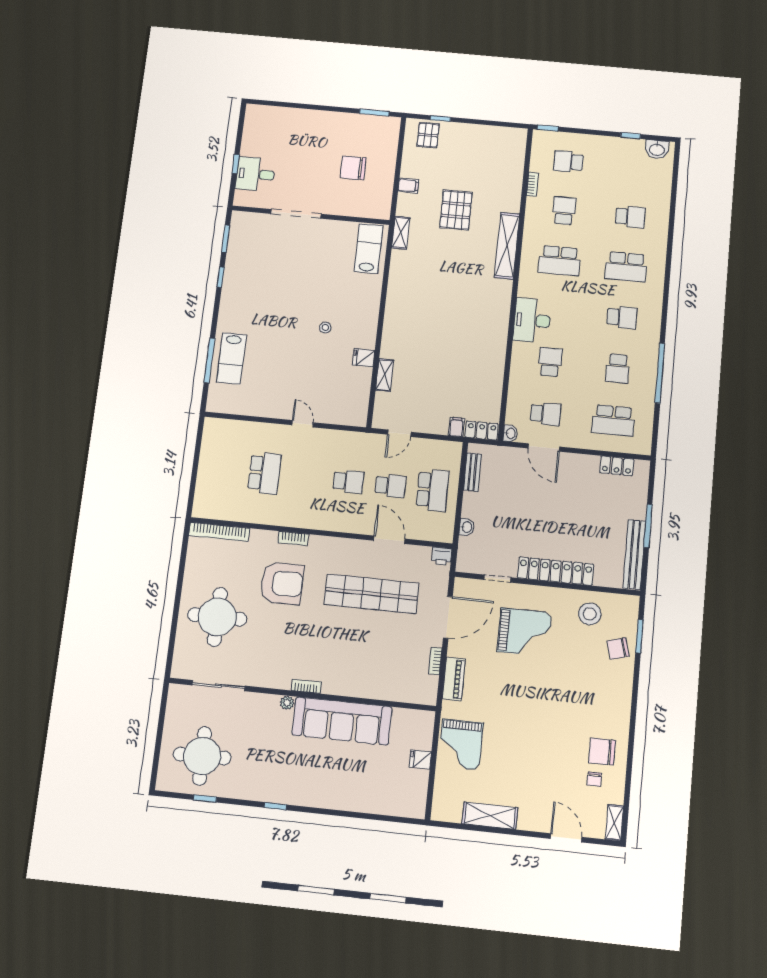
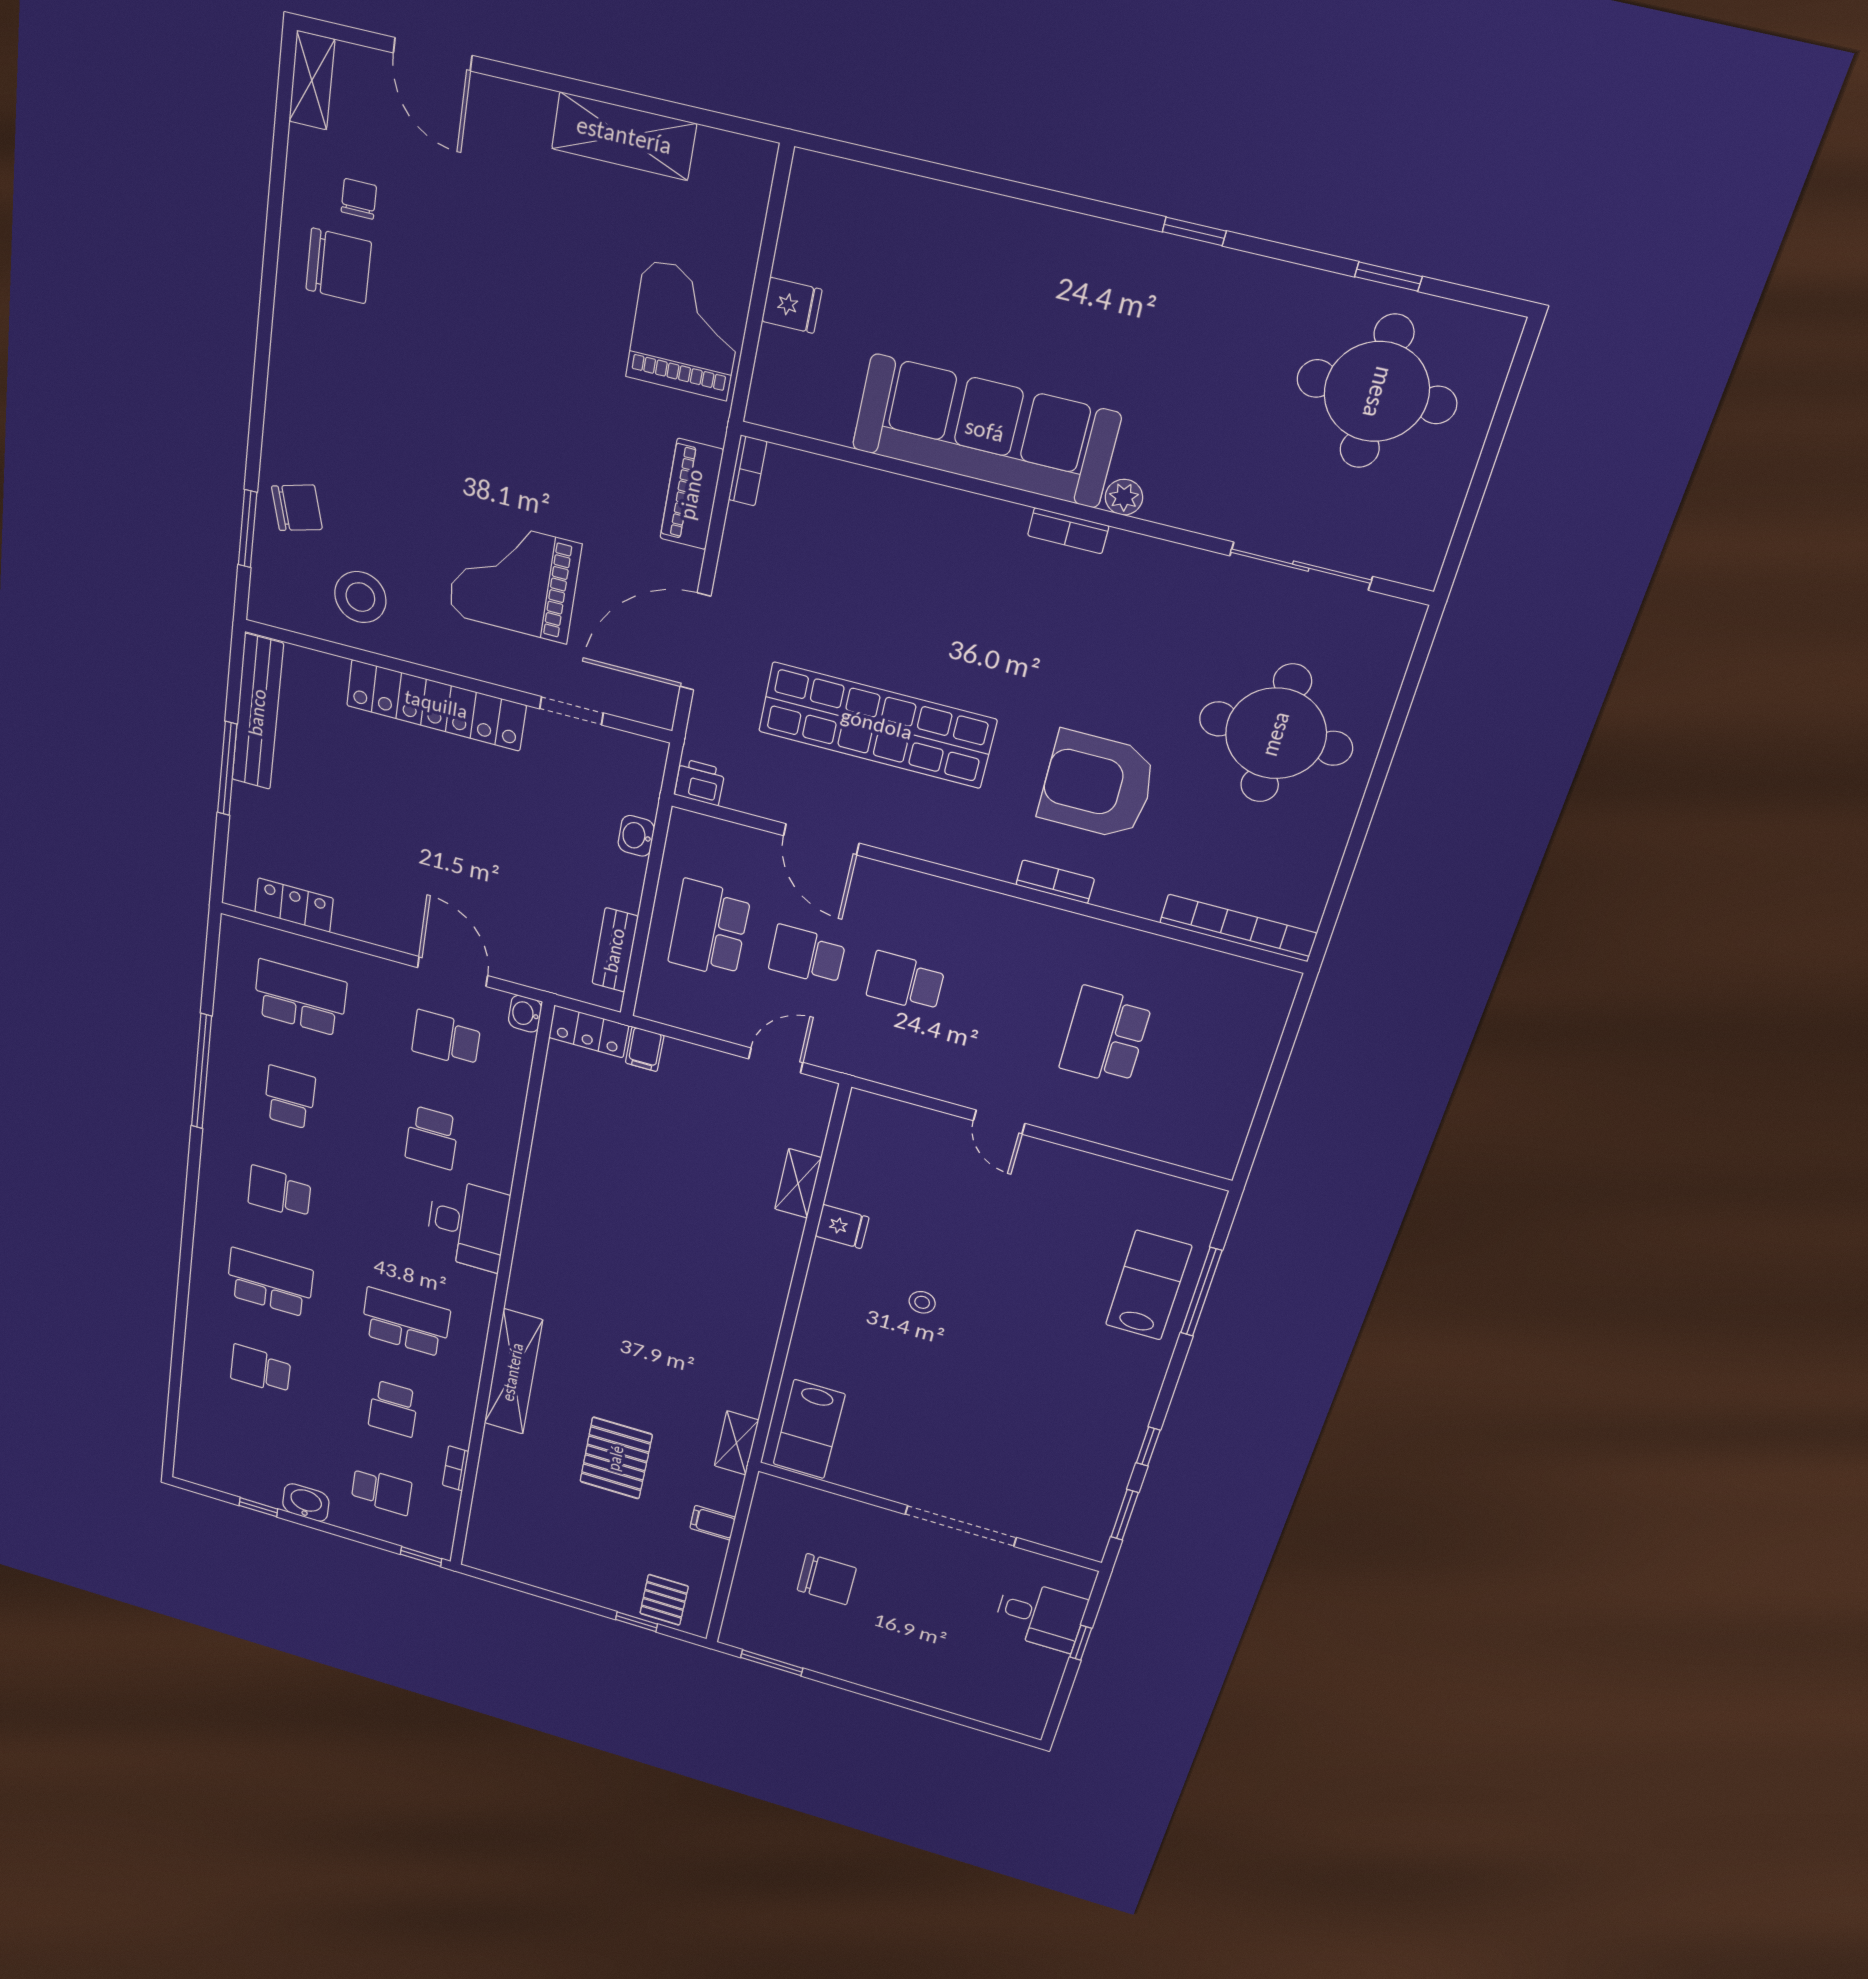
washbasin: (657, 149) -> (306, 1503), moved
bookcase: (435, 661) -> (748, 471), moved

